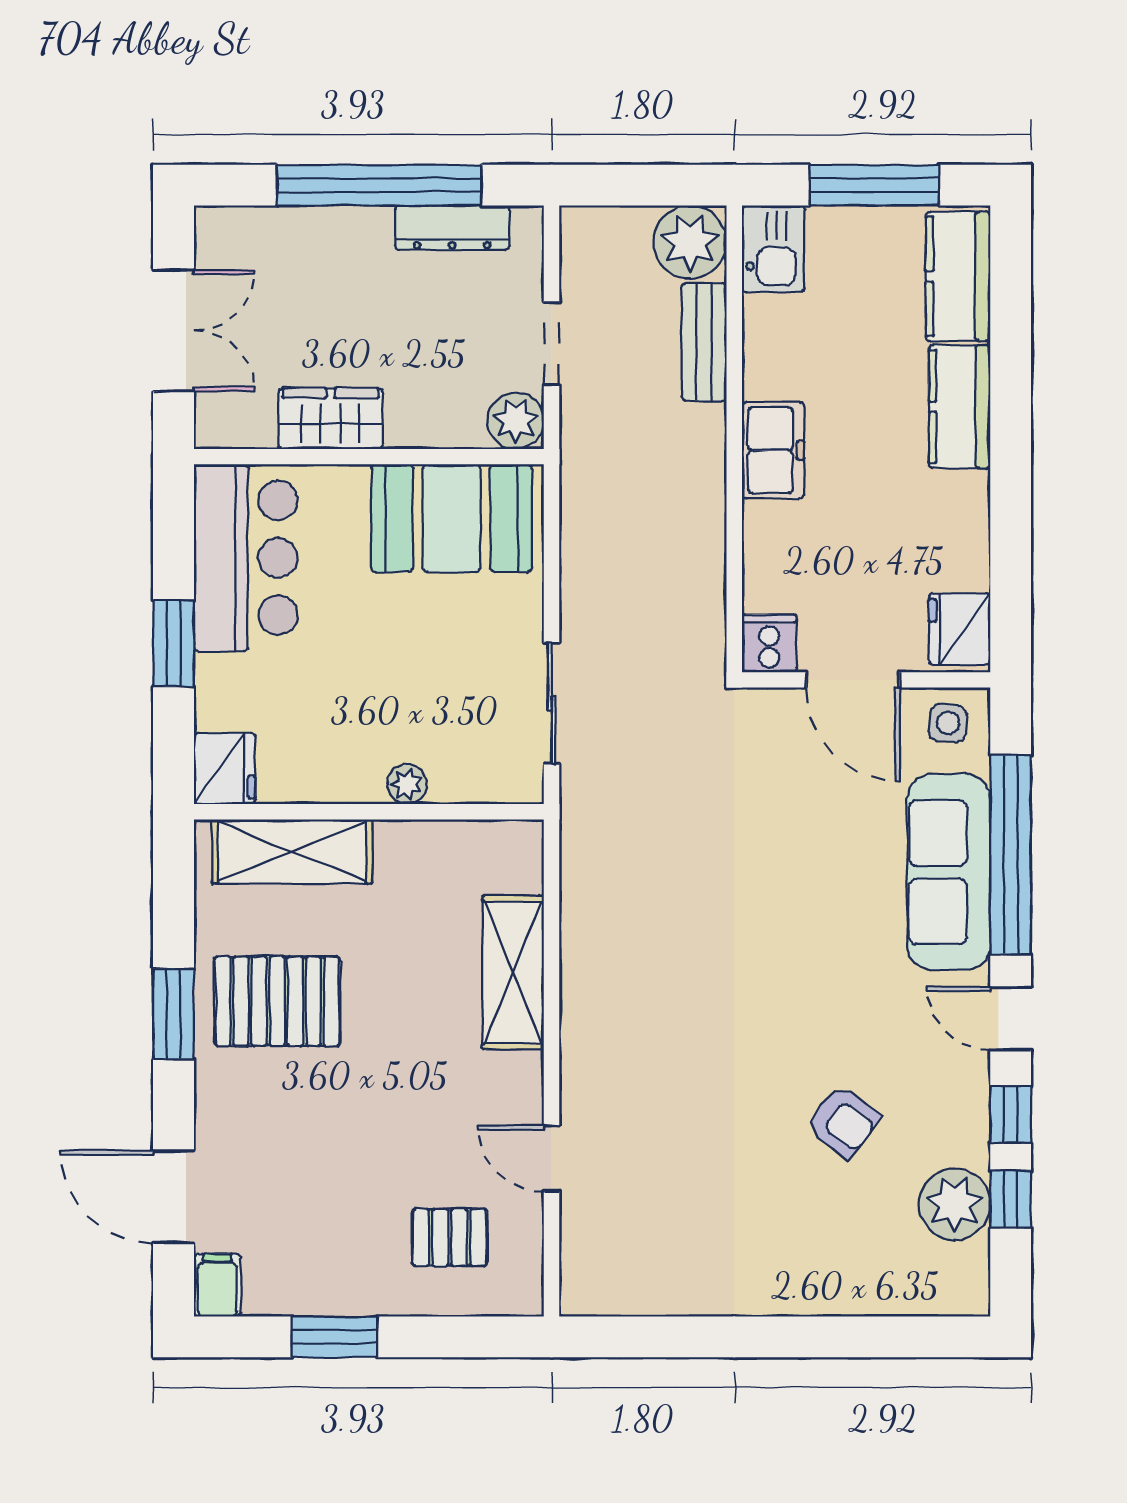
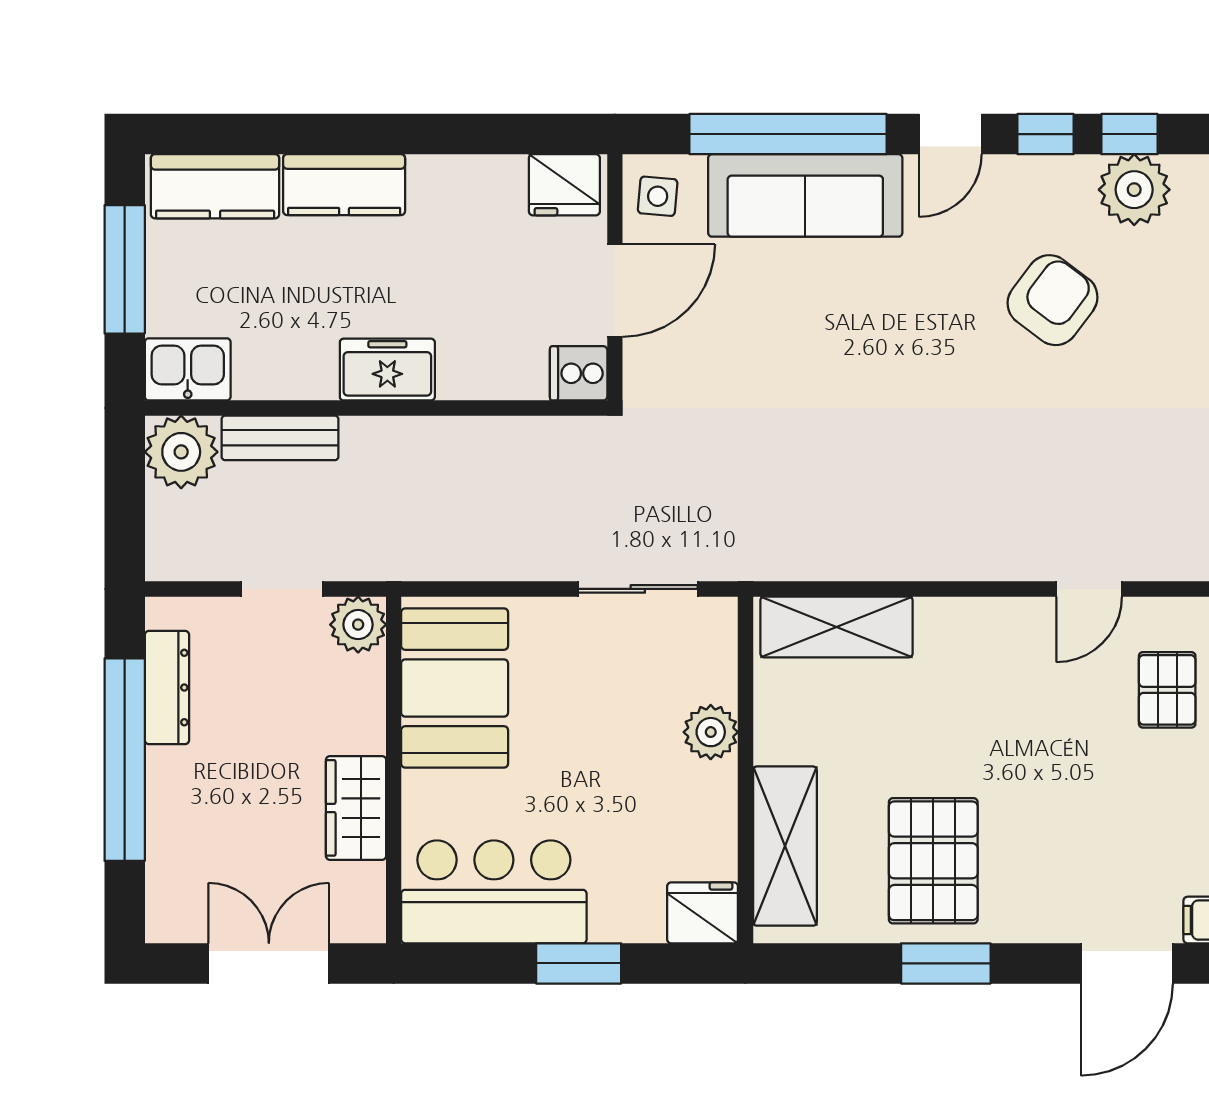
plant: (407, 784) -> (711, 732), width x1.38, depth x1.38
shelving: (513, 972) -> (836, 627), moved
armchair: (843, 1122) -> (1053, 300), width x1.38, depth x1.38

